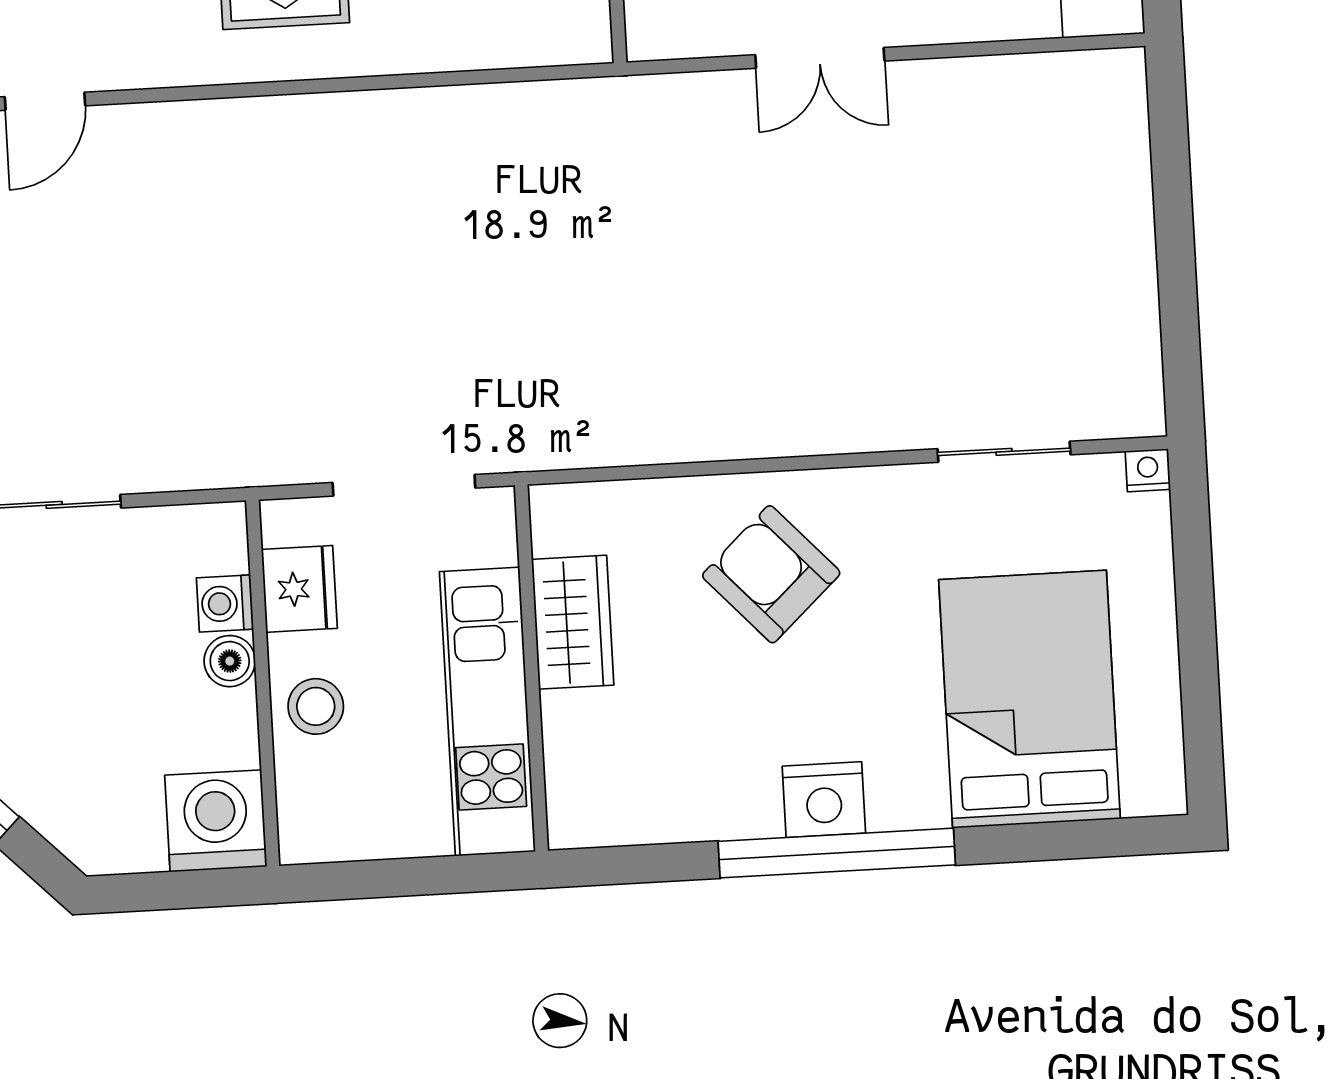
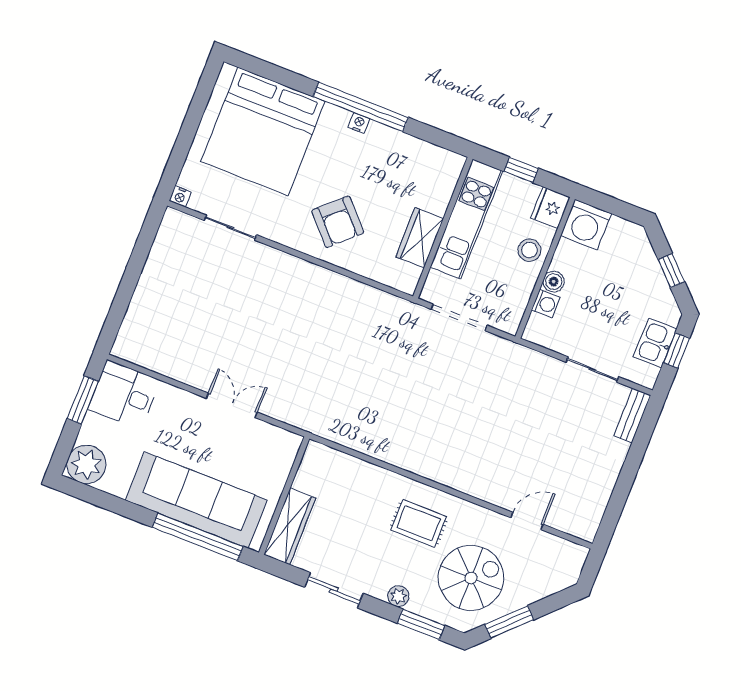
fridge: (299, 589) -> (550, 208), moved
bed: (1030, 699) -> (263, 131), width x1.36
nightstand: (824, 800) -> (359, 123), width x0.53, depth x0.56
window: (416, 877) -> (521, 170), added

